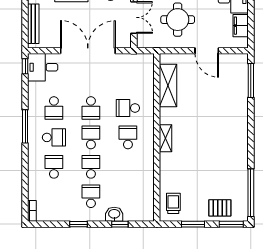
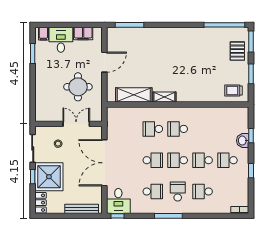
school desk: (128, 108) -> (153, 129), turned 90
shelving: (166, 138) -> (164, 97), moved

